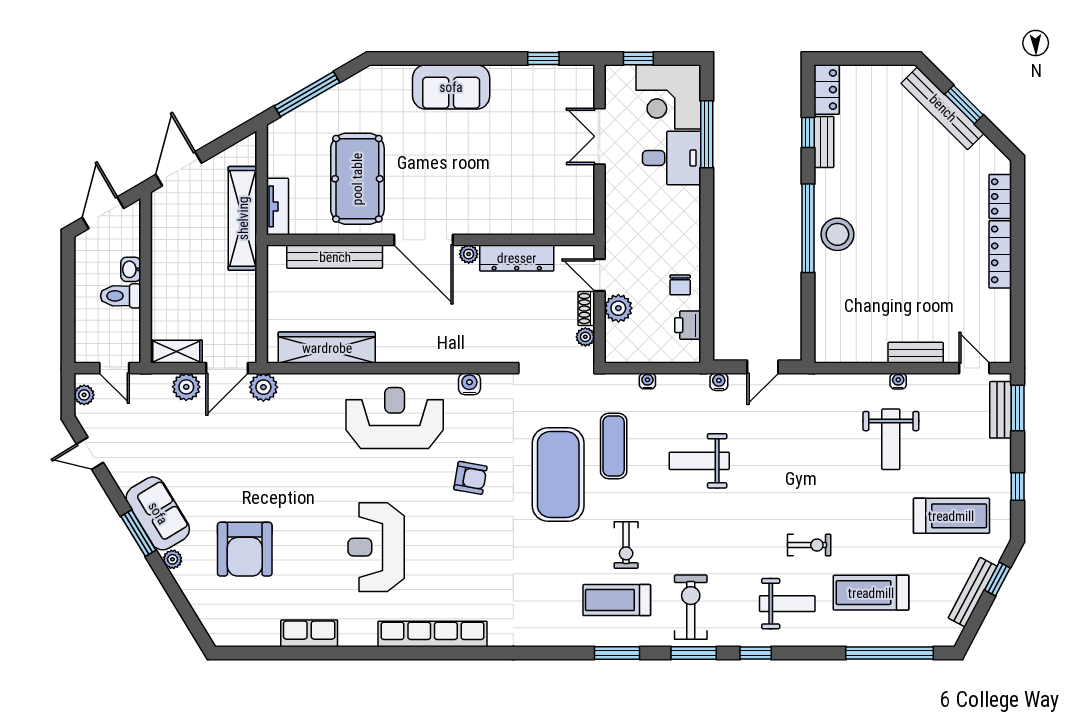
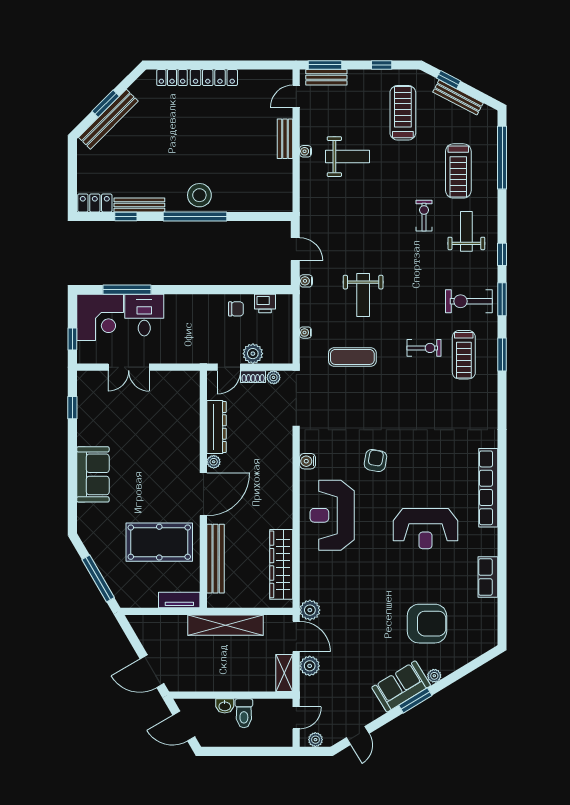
bench: (824, 142) -> (139, 205), width x1.36
shelving: (243, 218) -> (225, 625), moved
exercise mat: (558, 475) -> (373, 397), removed

